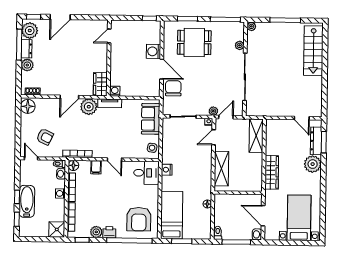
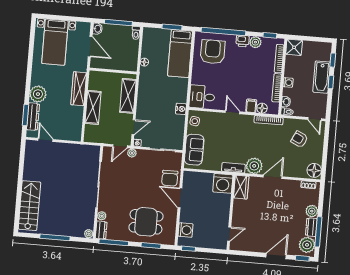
dresser: (239, 31) -> (101, 230), added
washing machine: (153, 51) -> (186, 230), moved
washing machine: (115, 91) -> (223, 183), width x1.89, depth x1.89
shelving: (256, 136) -> (93, 107), moved
floor lamp: (73, 165) -> (262, 108), moved
nightstand: (167, 170) -> (181, 109), moved

